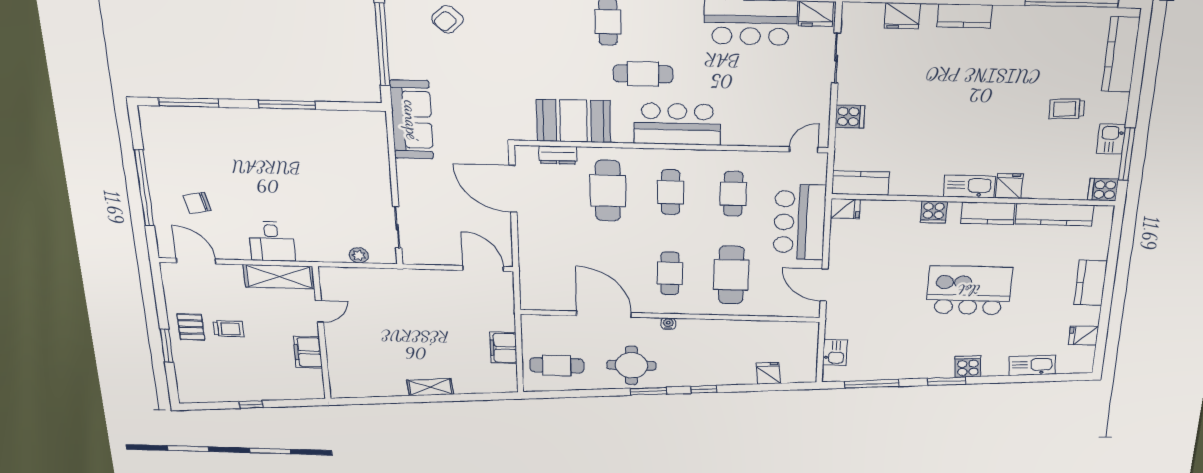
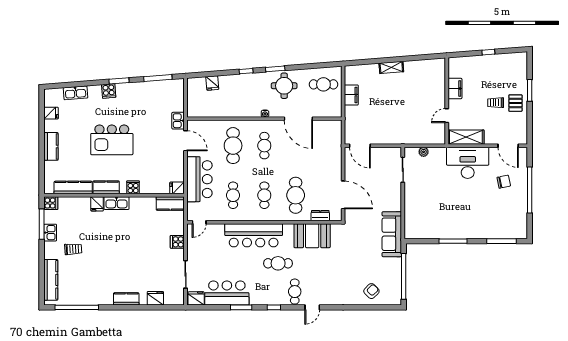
bar counter: (677, 124) -> (254, 235), width x1.36
desk: (272, 241) -> (468, 163), width x1.87, depth x1.30
kitchen sink: (835, 352) -> (178, 121), moved

